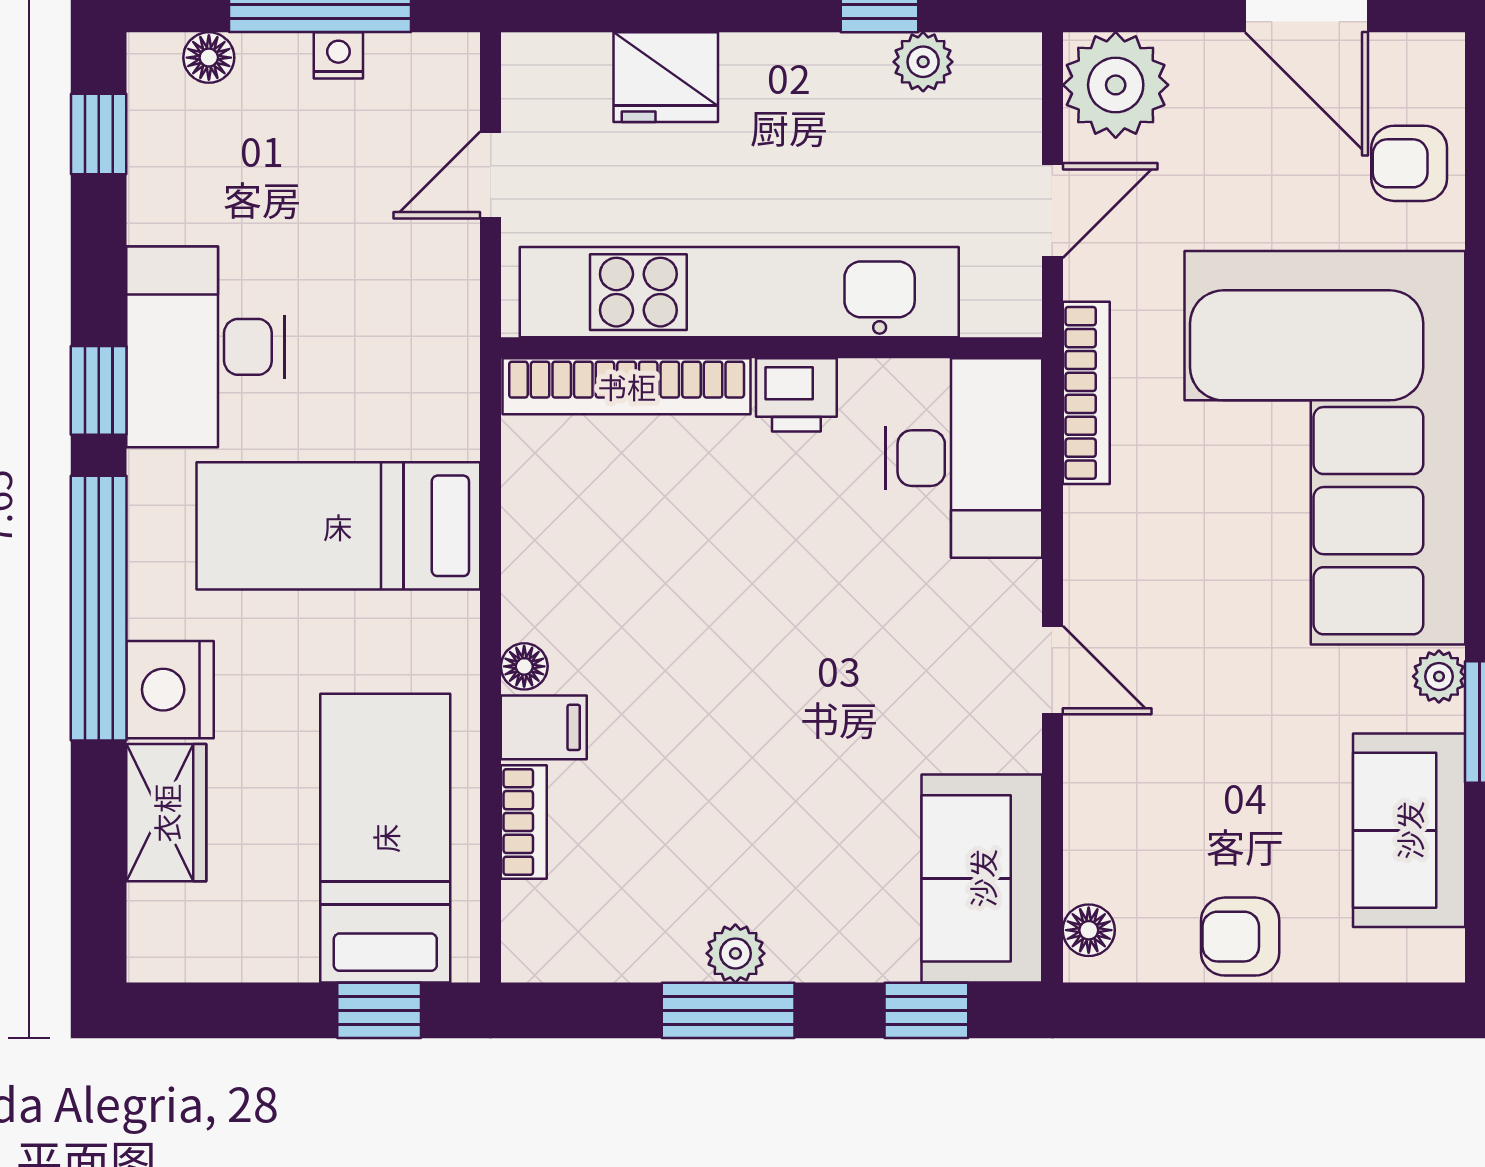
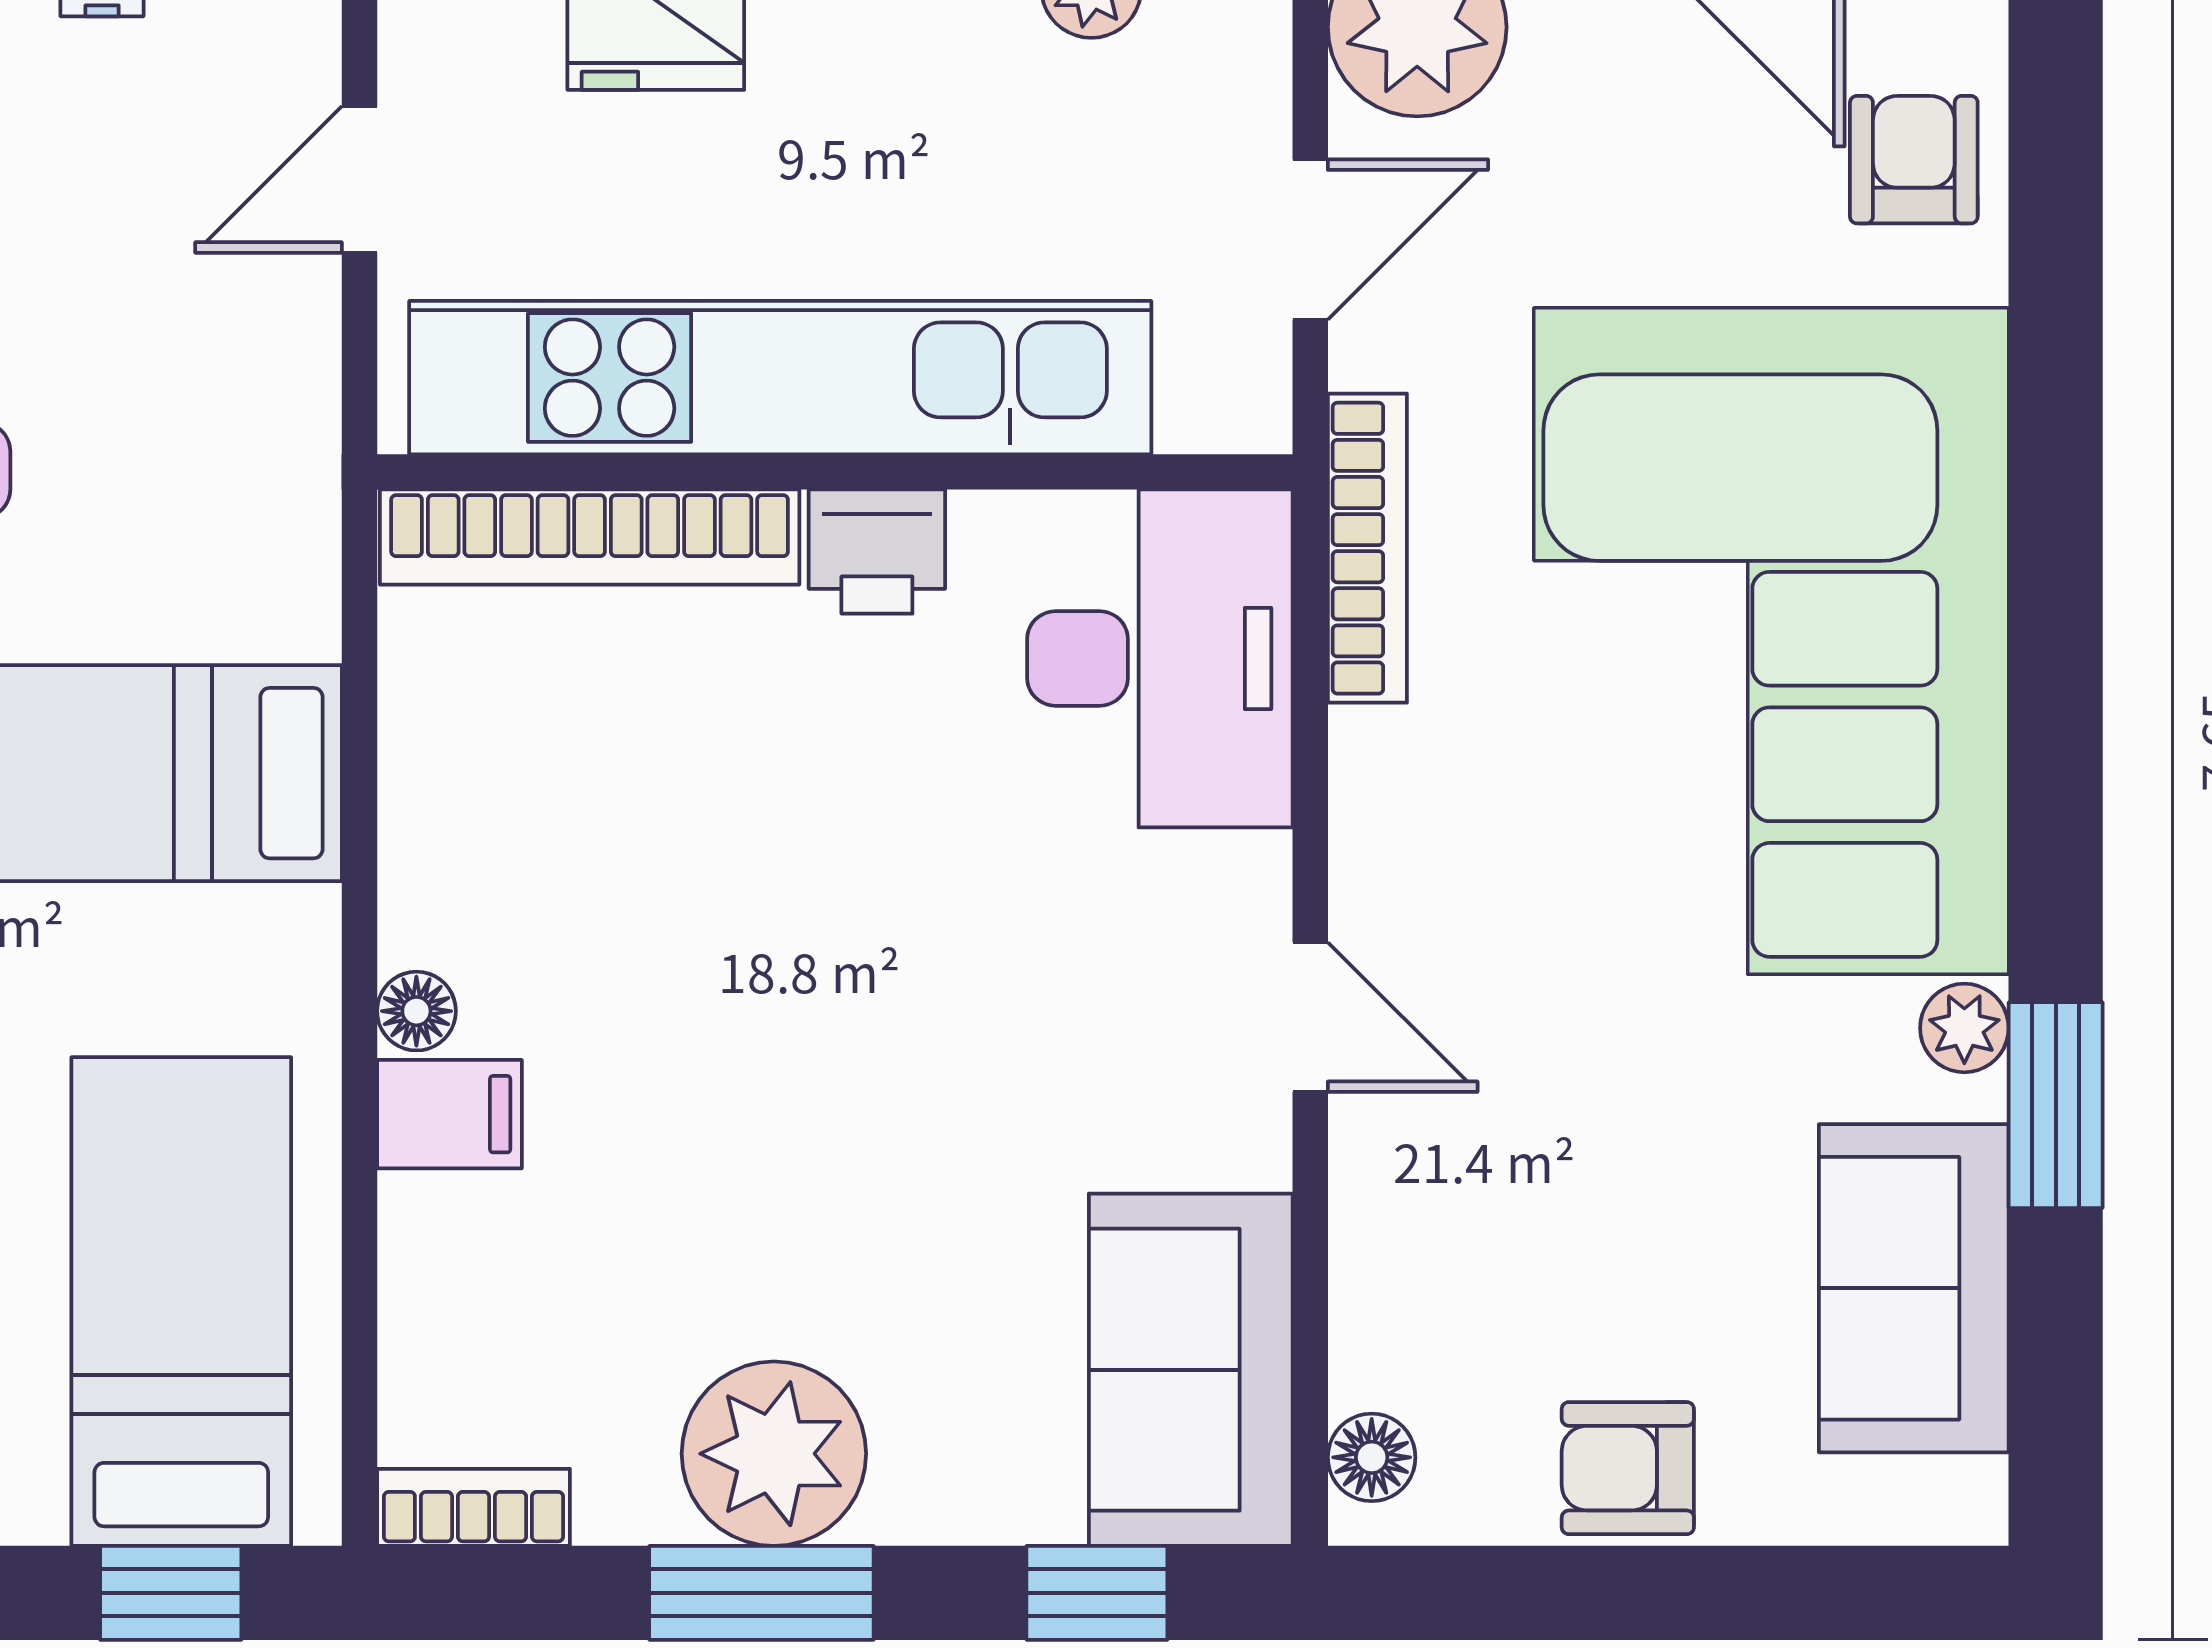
armchair: (1409, 163) -> (1914, 160), turned 90
bookcase: (524, 822) -> (473, 1507), moved, turned -90
plant: (735, 953) -> (774, 1454), width x1.88, depth x1.88

